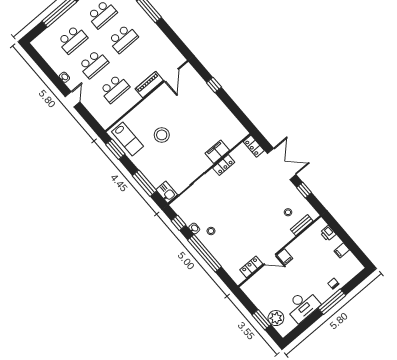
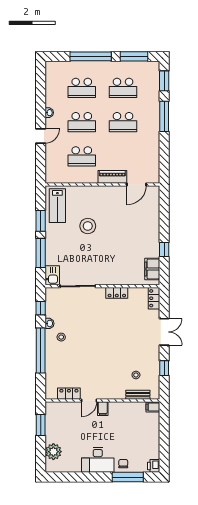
window: (214, 85) -> (164, 250), moved
window: (115, 149) -> (41, 221), moved
filing cabinet: (217, 152) -> (152, 269), moved, turned -90
double door: (282, 164) -> (164, 332), width x0.73
printer: (328, 233) -> (154, 466), moved
filing cabinet: (342, 250) -> (153, 407), moved
door: (270, 259) -> (89, 400), hinge flipped
window: (332, 302) -> (128, 477), moved
desk: (302, 306) -> (98, 460), moved
window: (261, 320) -> (41, 425), moved

